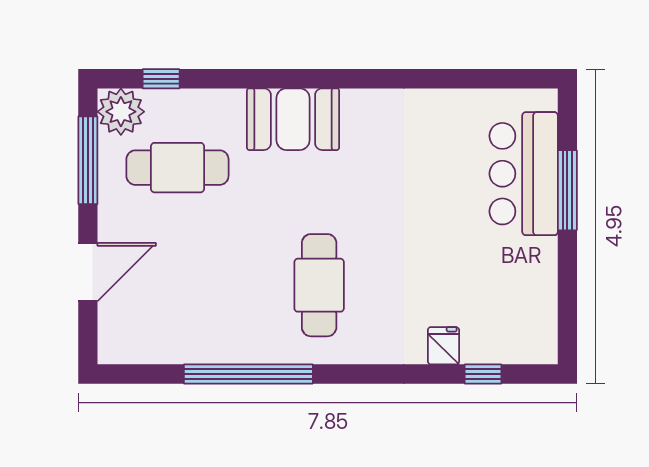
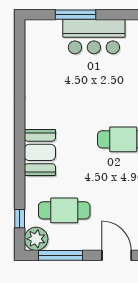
cafe table: (177, 168) -> (64, 210), turned 90
bar counter: (524, 174) -> (94, 37), moved

